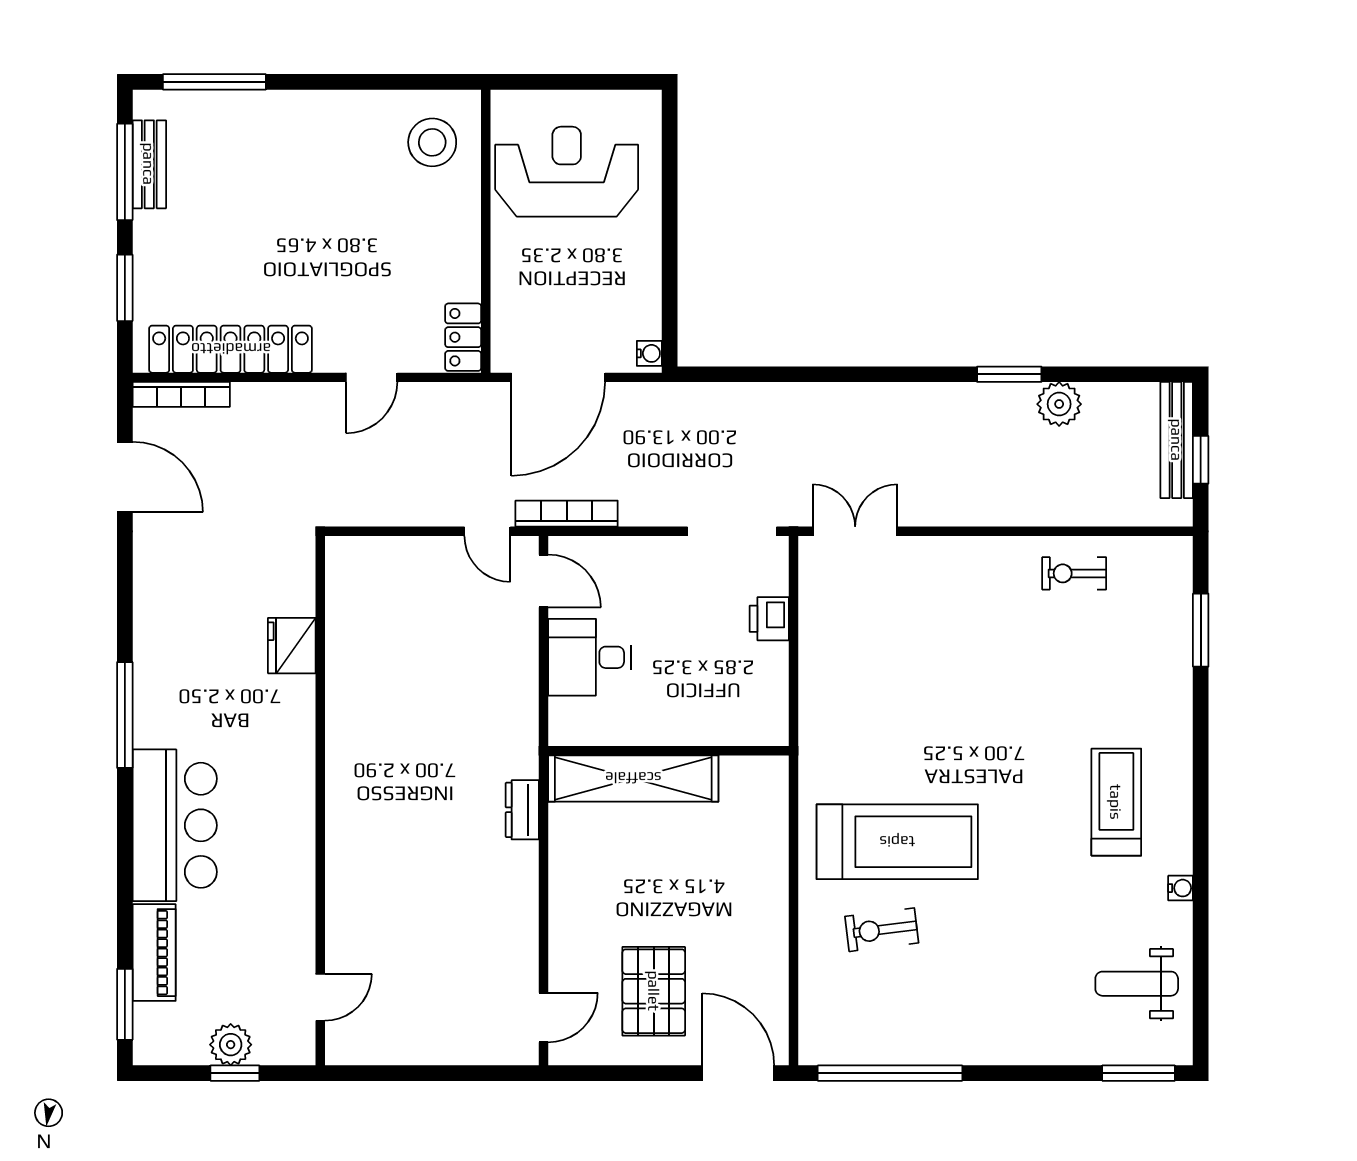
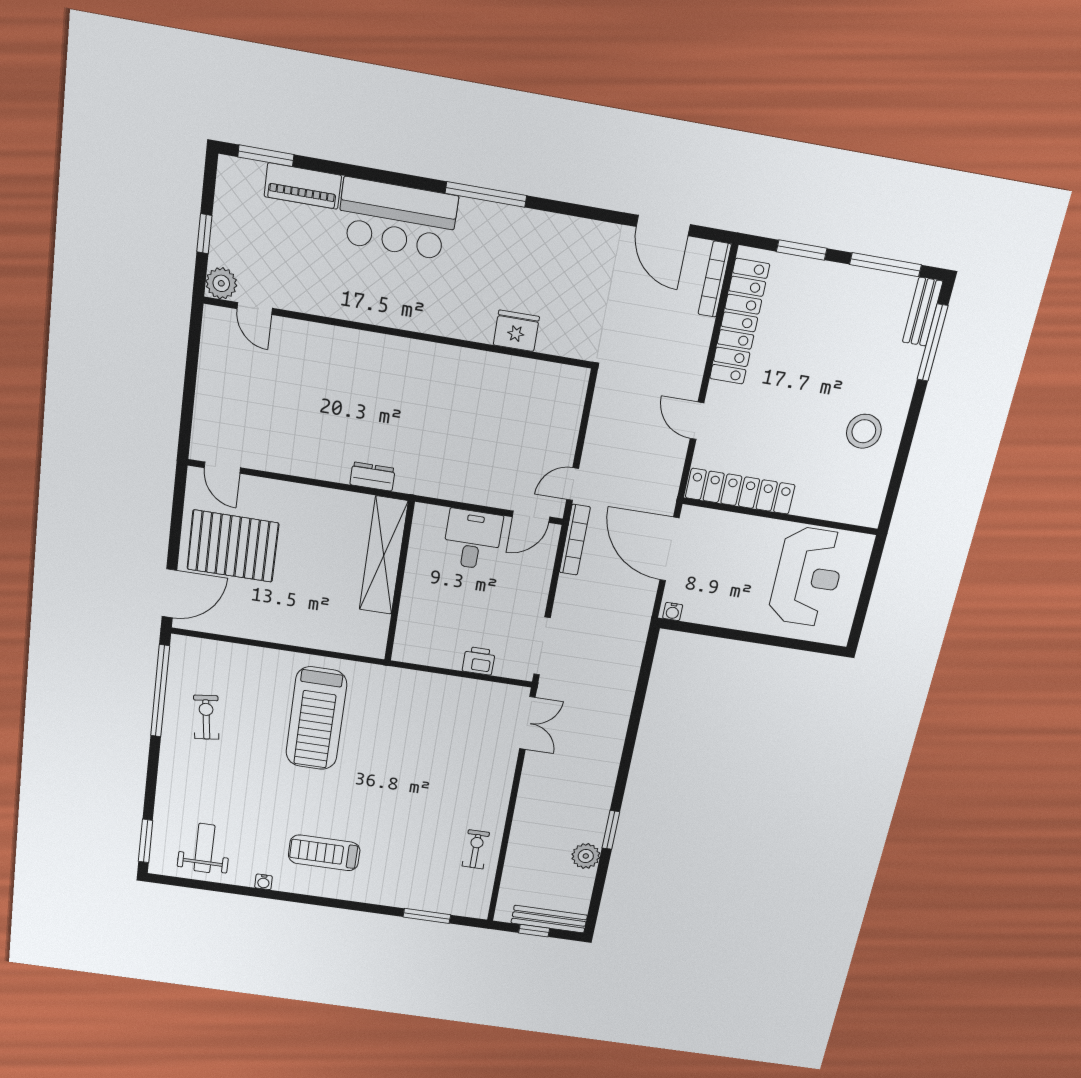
stool: (432, 142) -> (864, 431), moved
bench: (149, 164) -> (923, 312), moved, turned 90
locker: (463, 337) -> (740, 491), width x2.16, depth x1.21
door: (125, 477) -> (663, 226), hinge flipped
treadmill: (1116, 802) -> (324, 853), turned 180
exercise bike: (882, 930) -> (206, 717), moved
pallet: (654, 991) -> (233, 546), width x1.37, depth x1.41
plant: (231, 1045) -> (221, 283), moved

